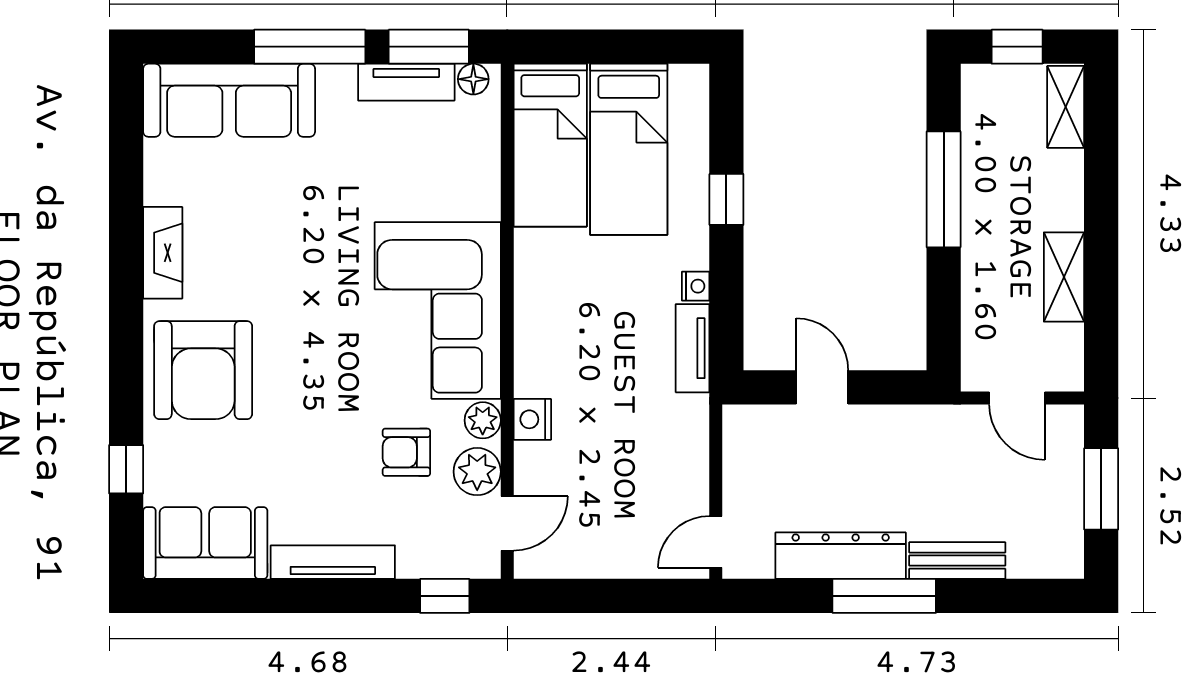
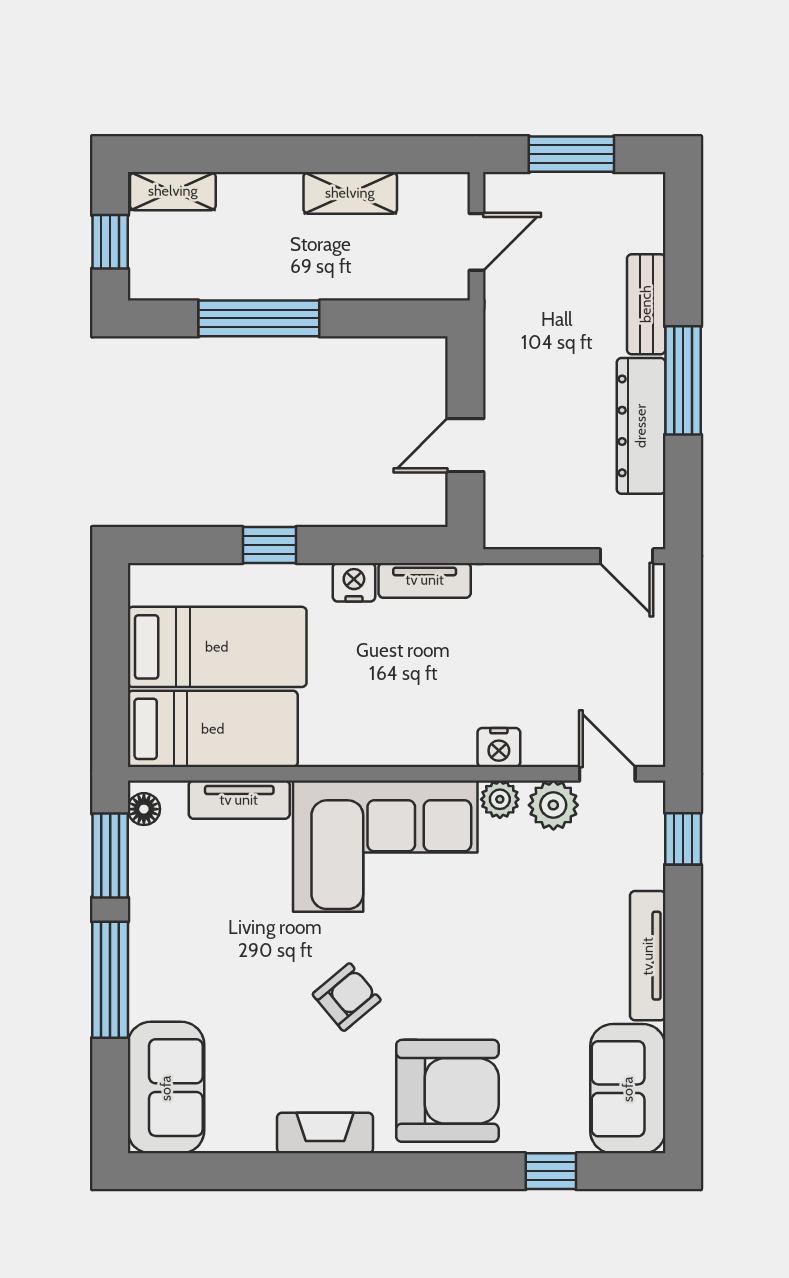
tv unit: (406, 82) -> (239, 800), moved, turned 90
sofa: (229, 100) -> (166, 1088), width x0.73
nightstand: (696, 286) -> (354, 582), width x1.39, depth x1.35
armchair: (406, 452) -> (347, 997), moved, turned -130

